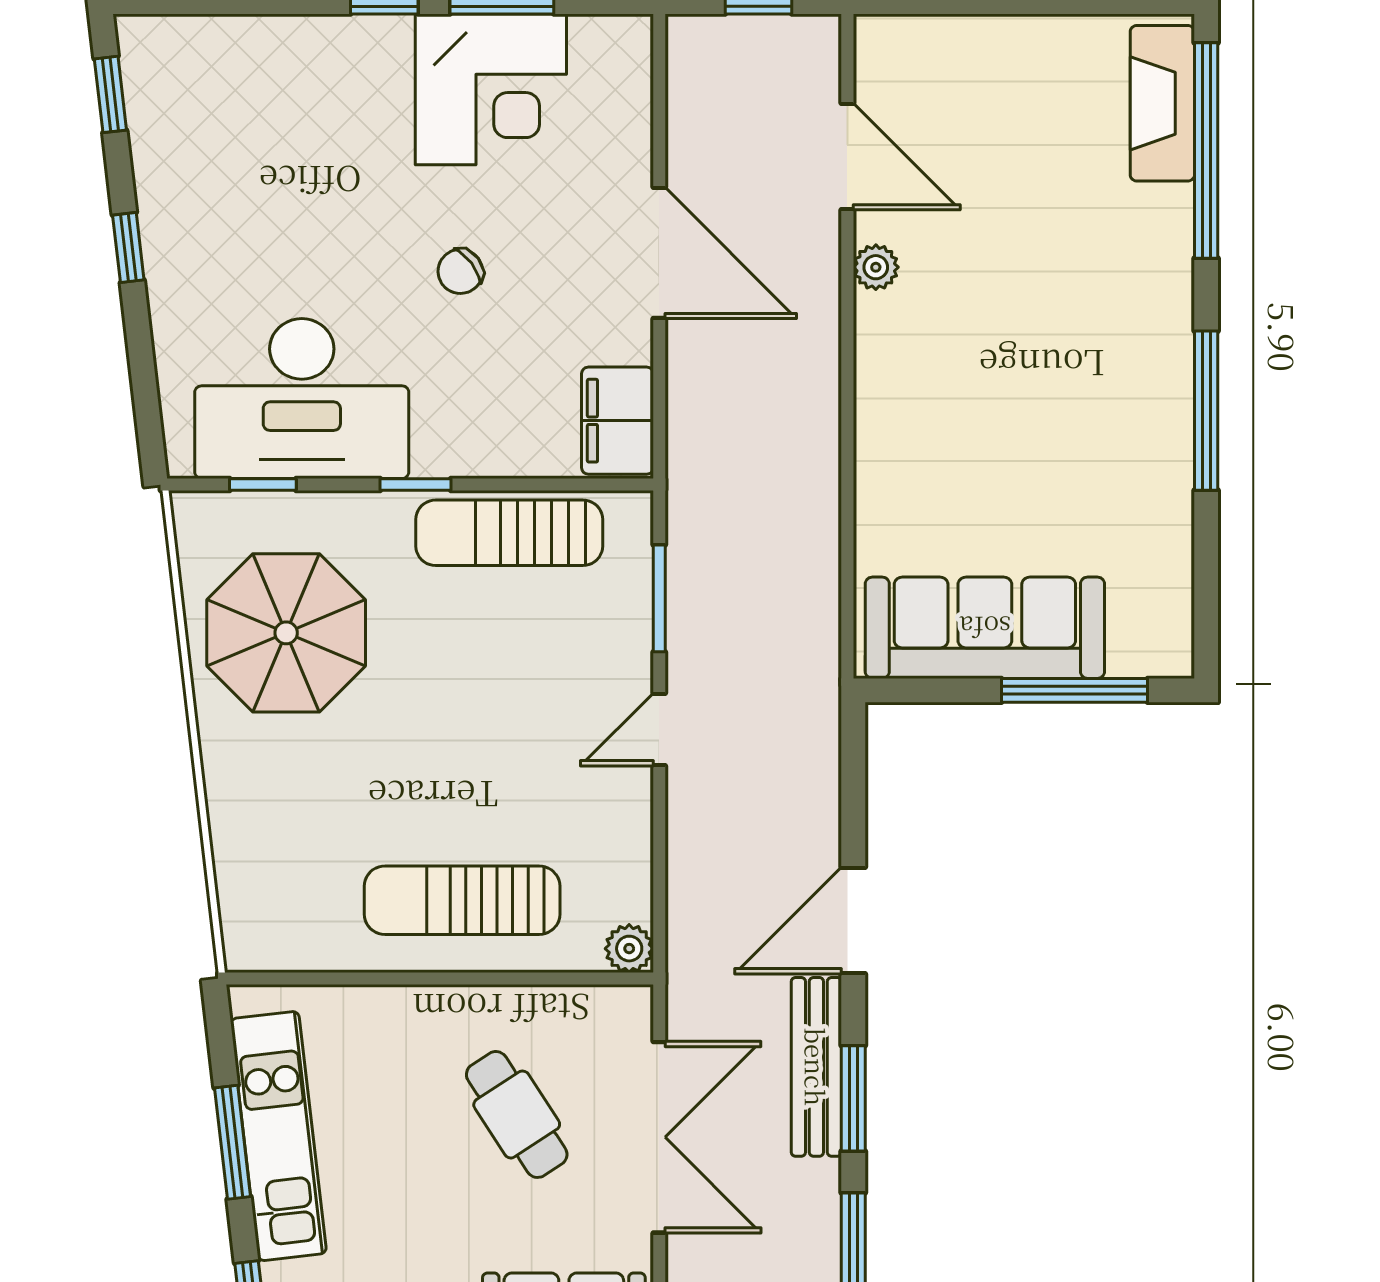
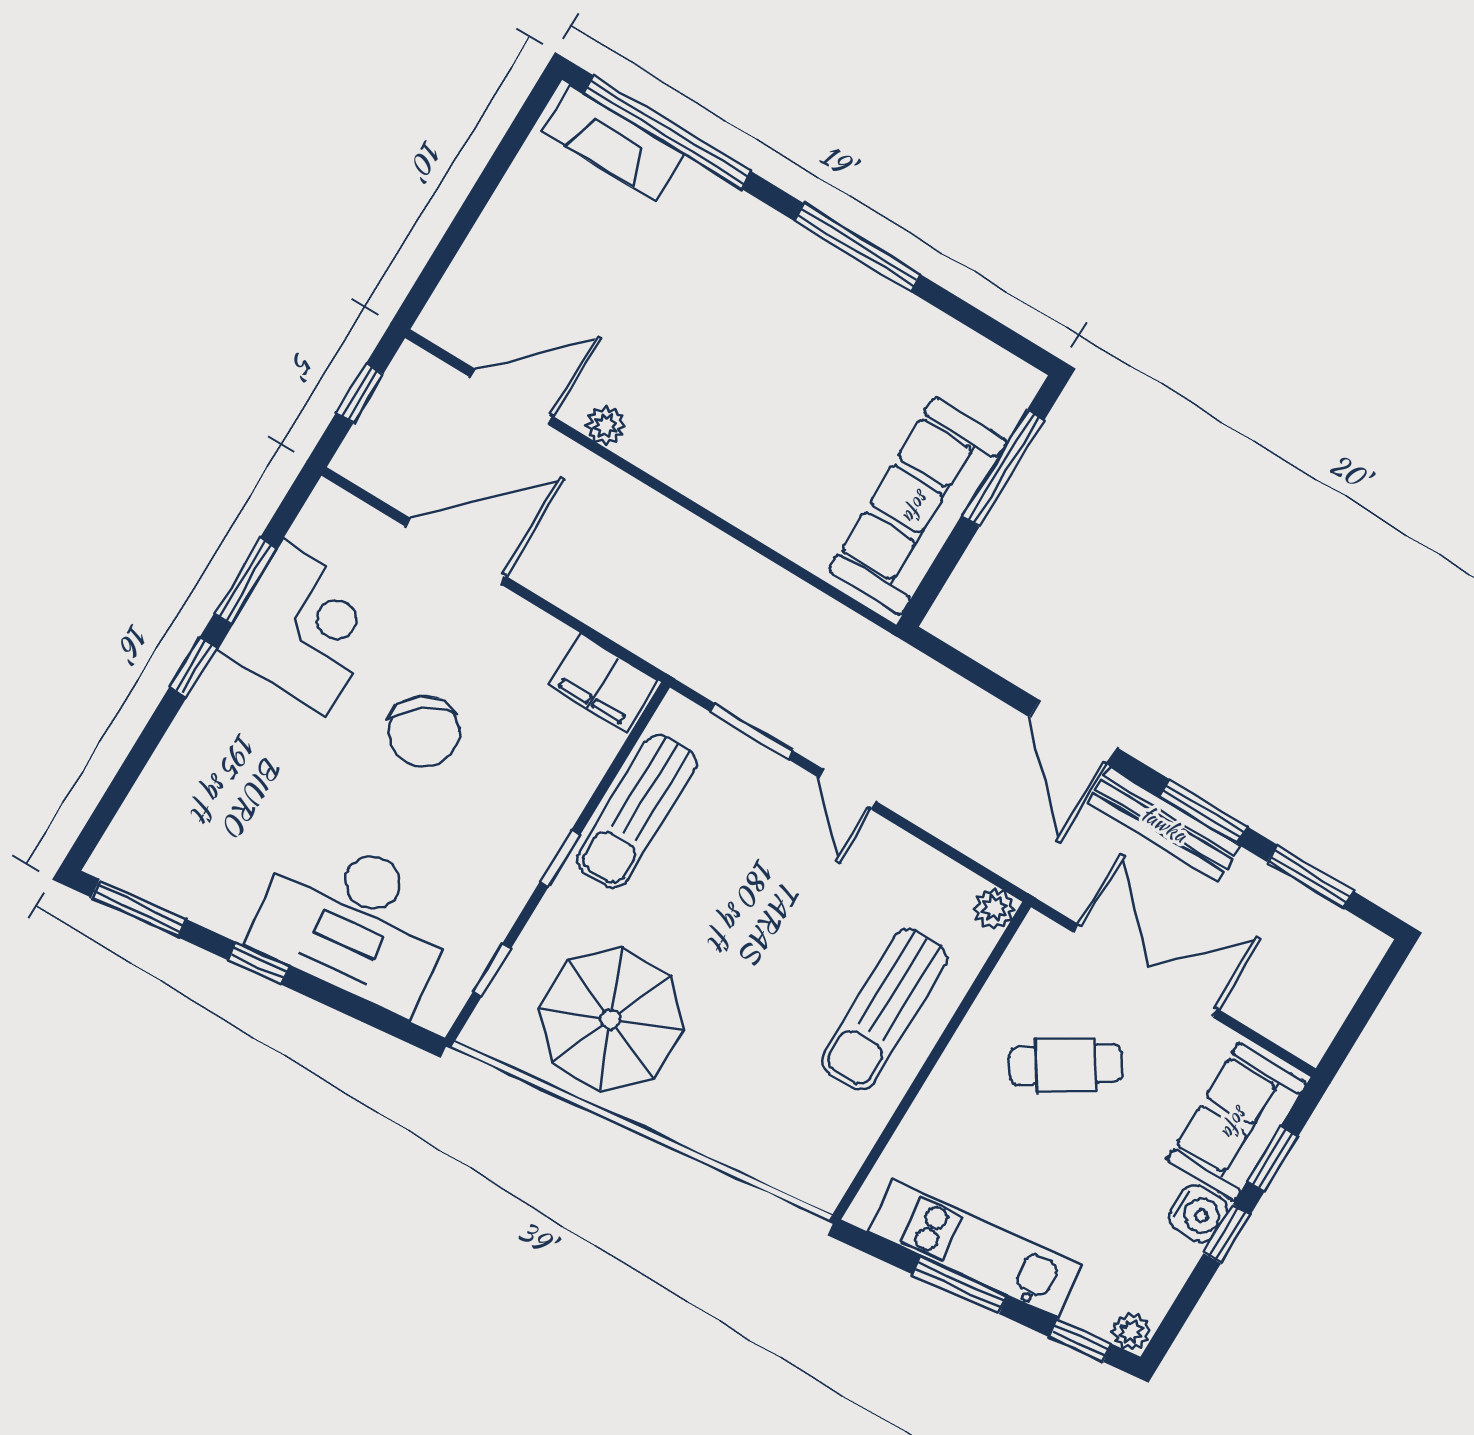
window: (110, 94) -> (139, 908), width x1.50
door: (659, 253) -> (455, 551), moved
chair: (460, 271) -> (424, 731), width x1.87, depth x1.87
desk: (302, 399) -> (355, 921), moved, turned 83

